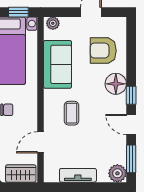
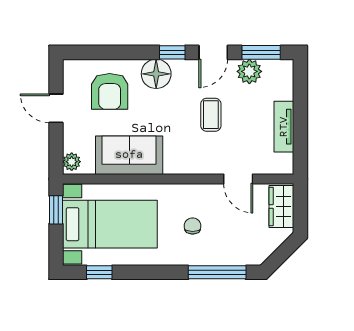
coffee table: (72, 113) -> (211, 115), moved, turned 90
plant: (117, 173) -> (249, 71), moved

